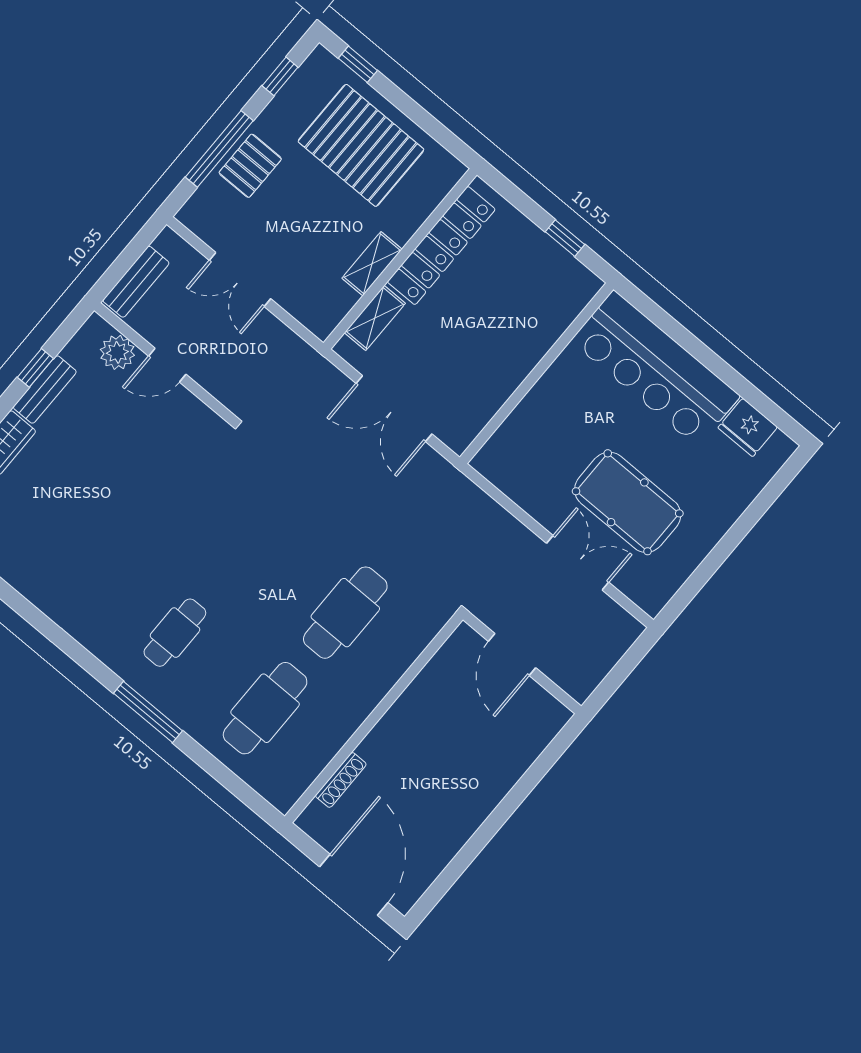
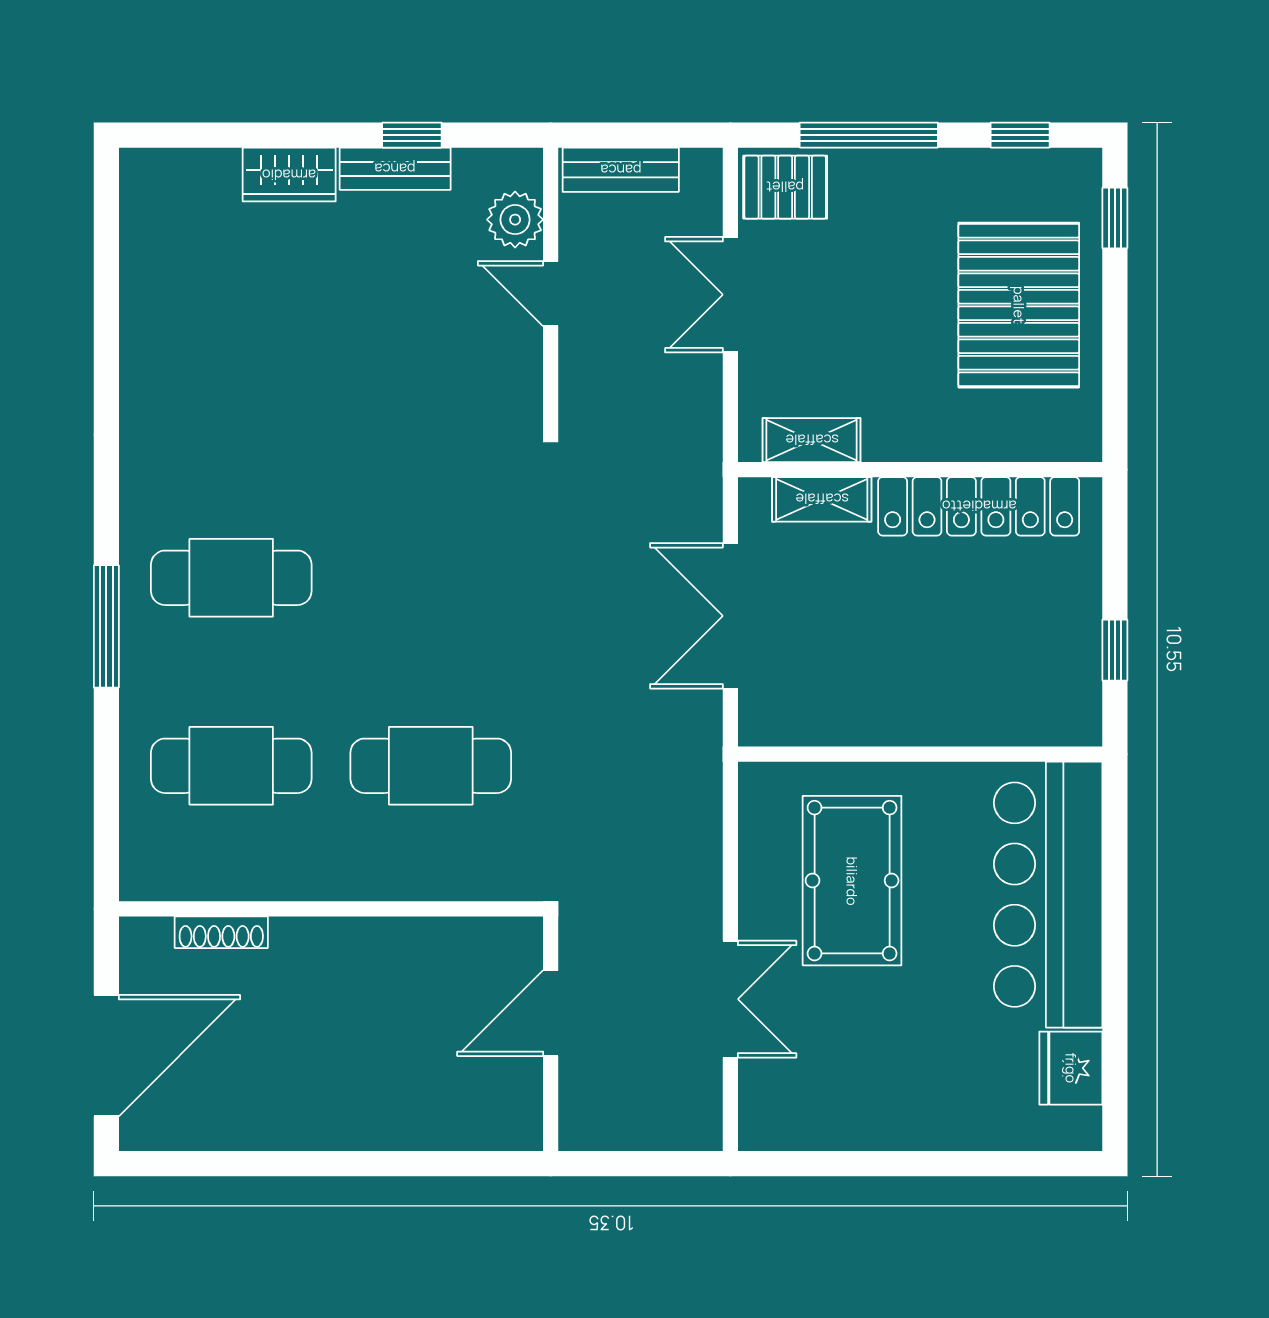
pallet: (250, 166) -> (785, 187), moved
shelving: (372, 264) -> (812, 440), moved
pool table: (628, 502) -> (852, 881), moved
cafe table: (175, 633) -> (231, 578), width x1.37, depth x1.35

